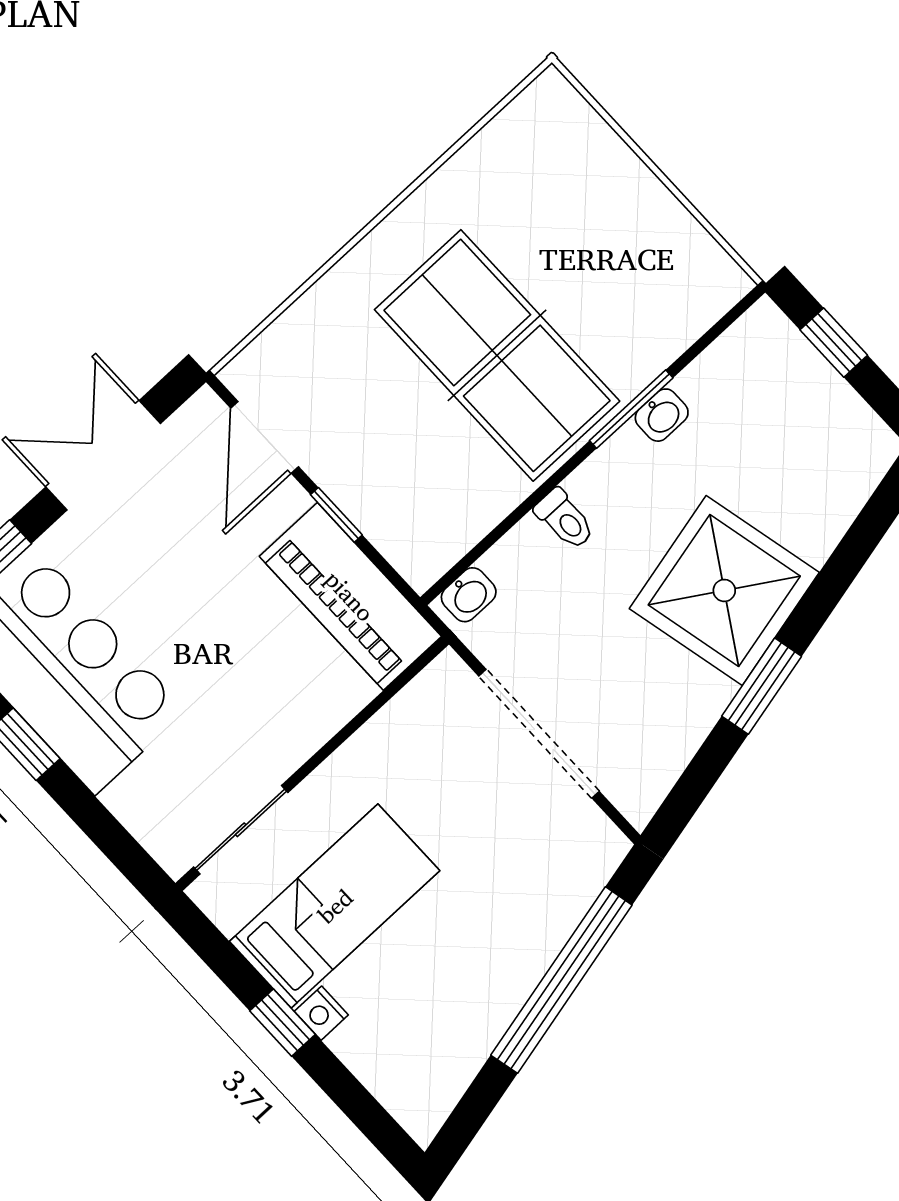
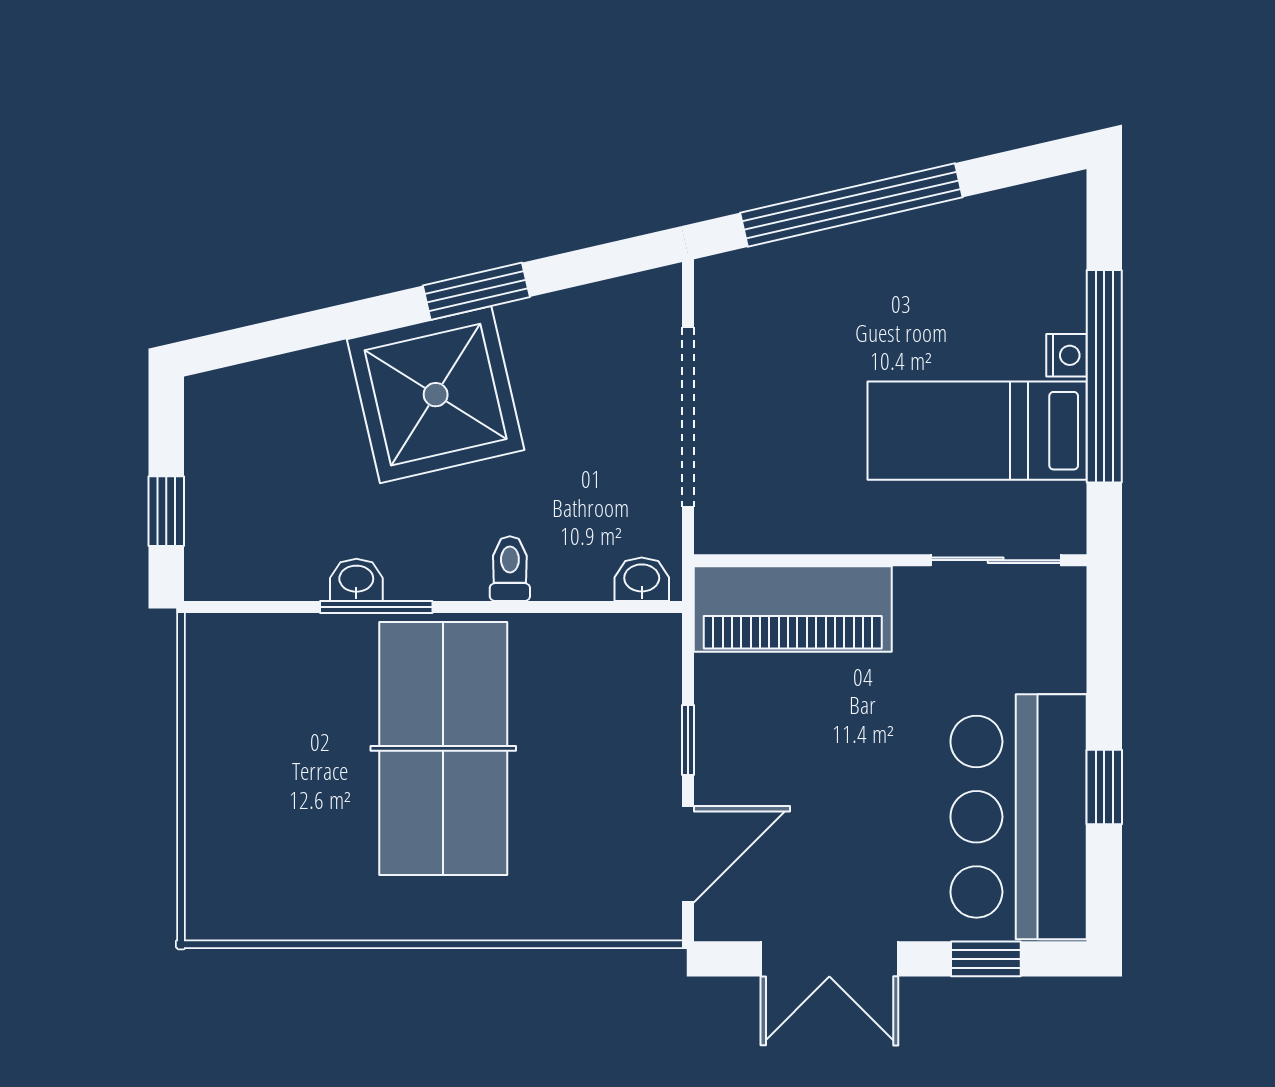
piano: (350, 596) -> (793, 609), moved, turned 90
window: (283, 1023) -> (1104, 376), width x3.17

